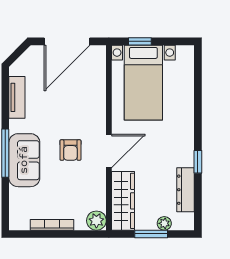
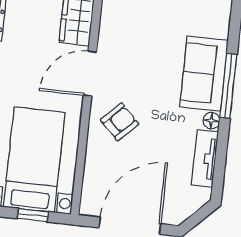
floor lamp: (15, 126) -> (211, 121), added
armchair: (70, 150) -> (120, 122), moved, turned 45

